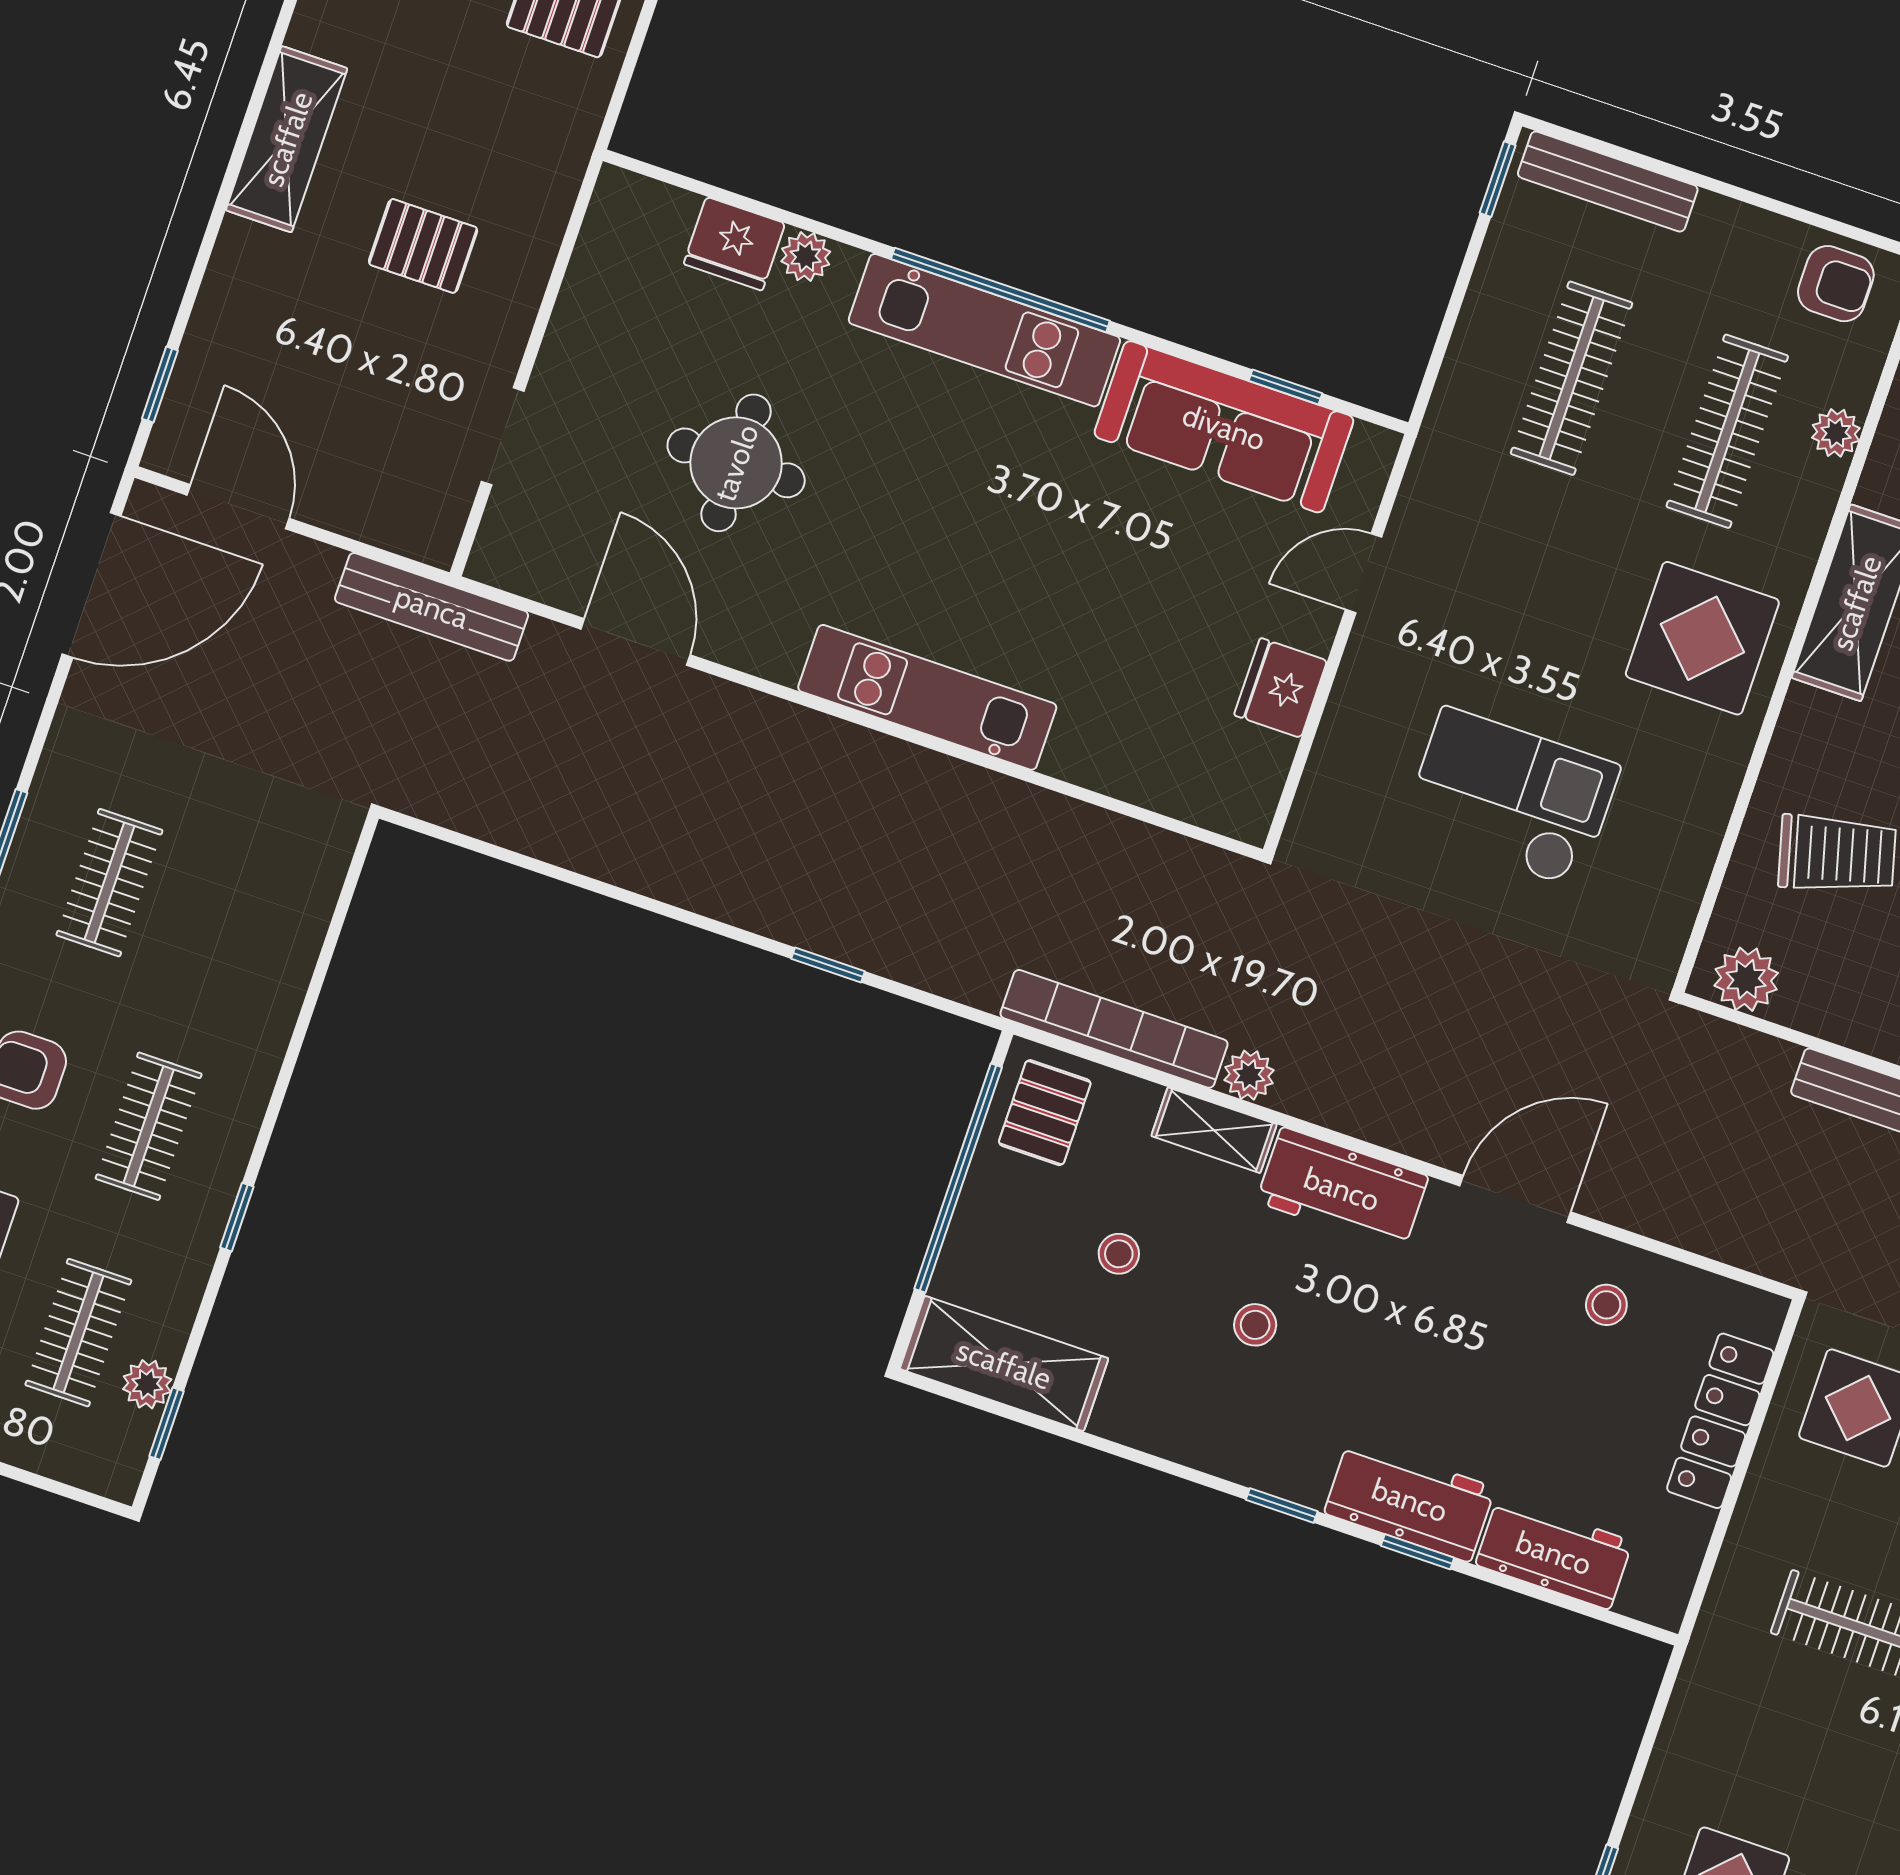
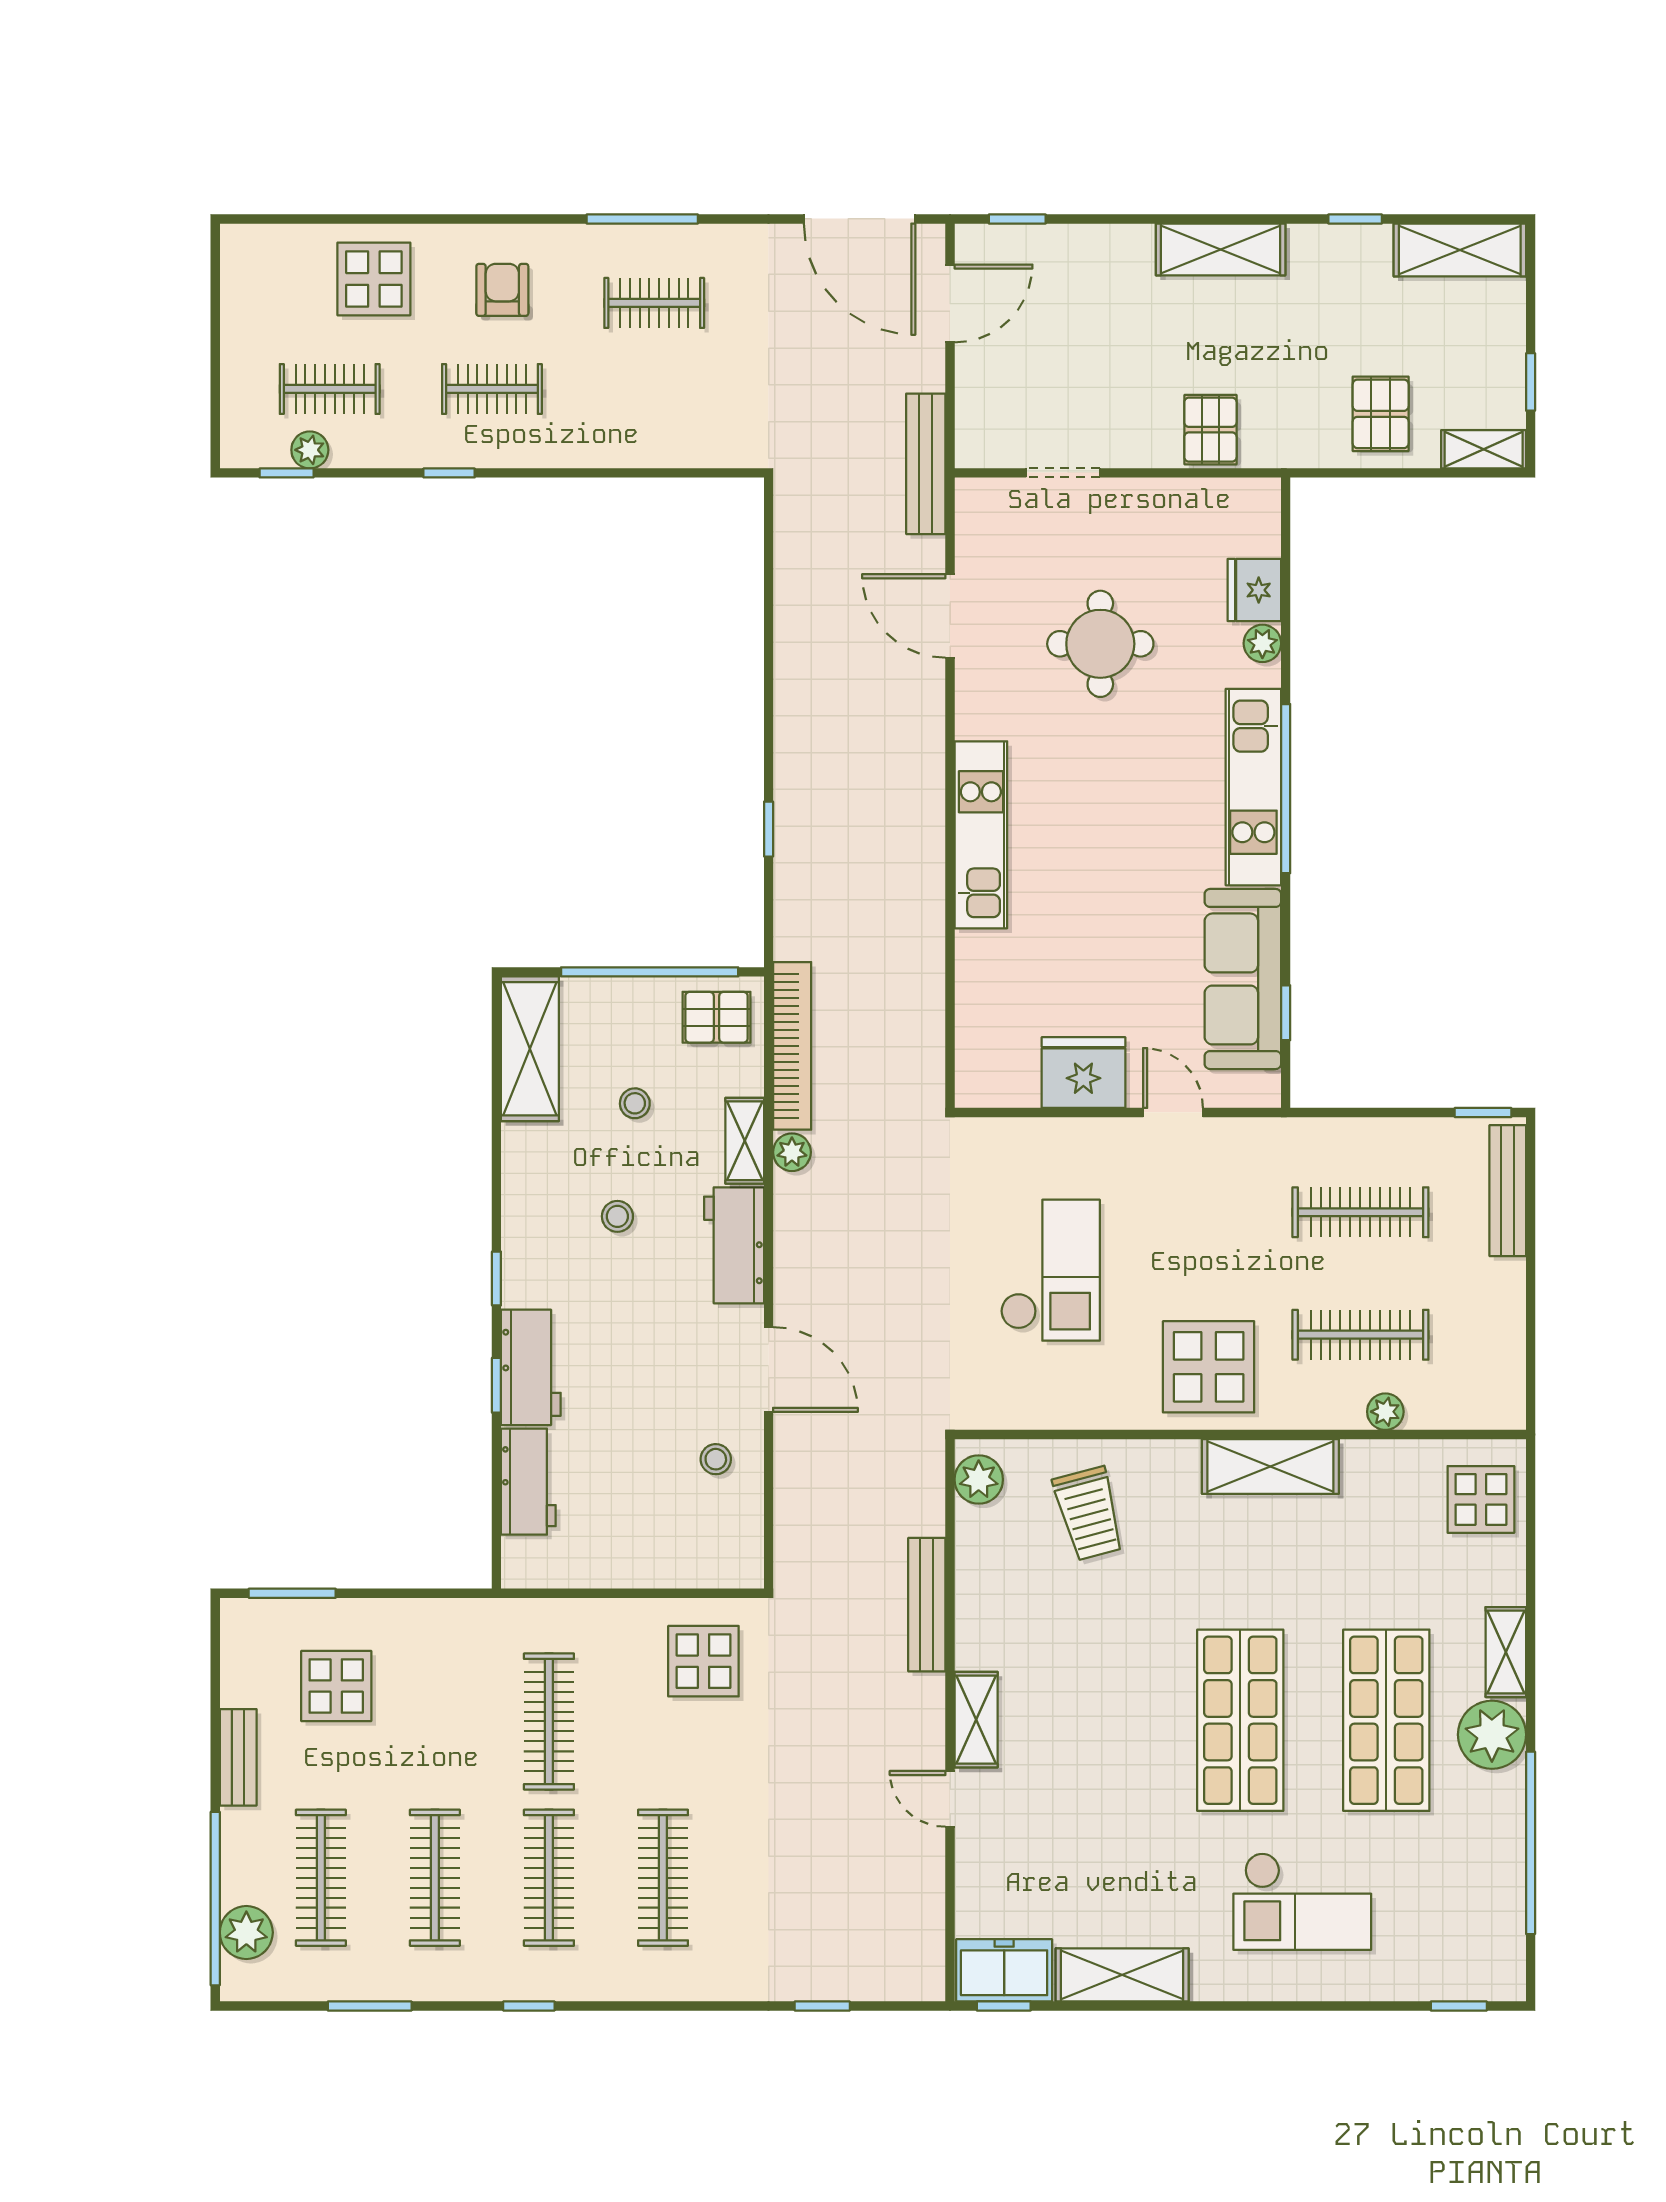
pallet: (423, 246) -> (1210, 430), moved
armchair: (1836, 284) -> (1490, 1376), removed
door: (636, 642) -> (950, 616), swing flipped
fridge: (1281, 688) -> (1083, 1073), width x1.36, depth x1.34
locker: (1720, 1421) -> (661, 1567), removed

